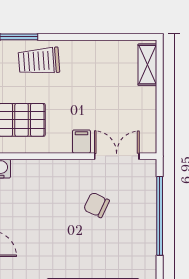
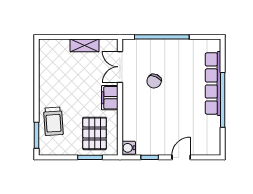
shelving: (147, 65) -> (85, 45), moved
filing cabinet: (81, 142) -> (110, 98), width x2.00

